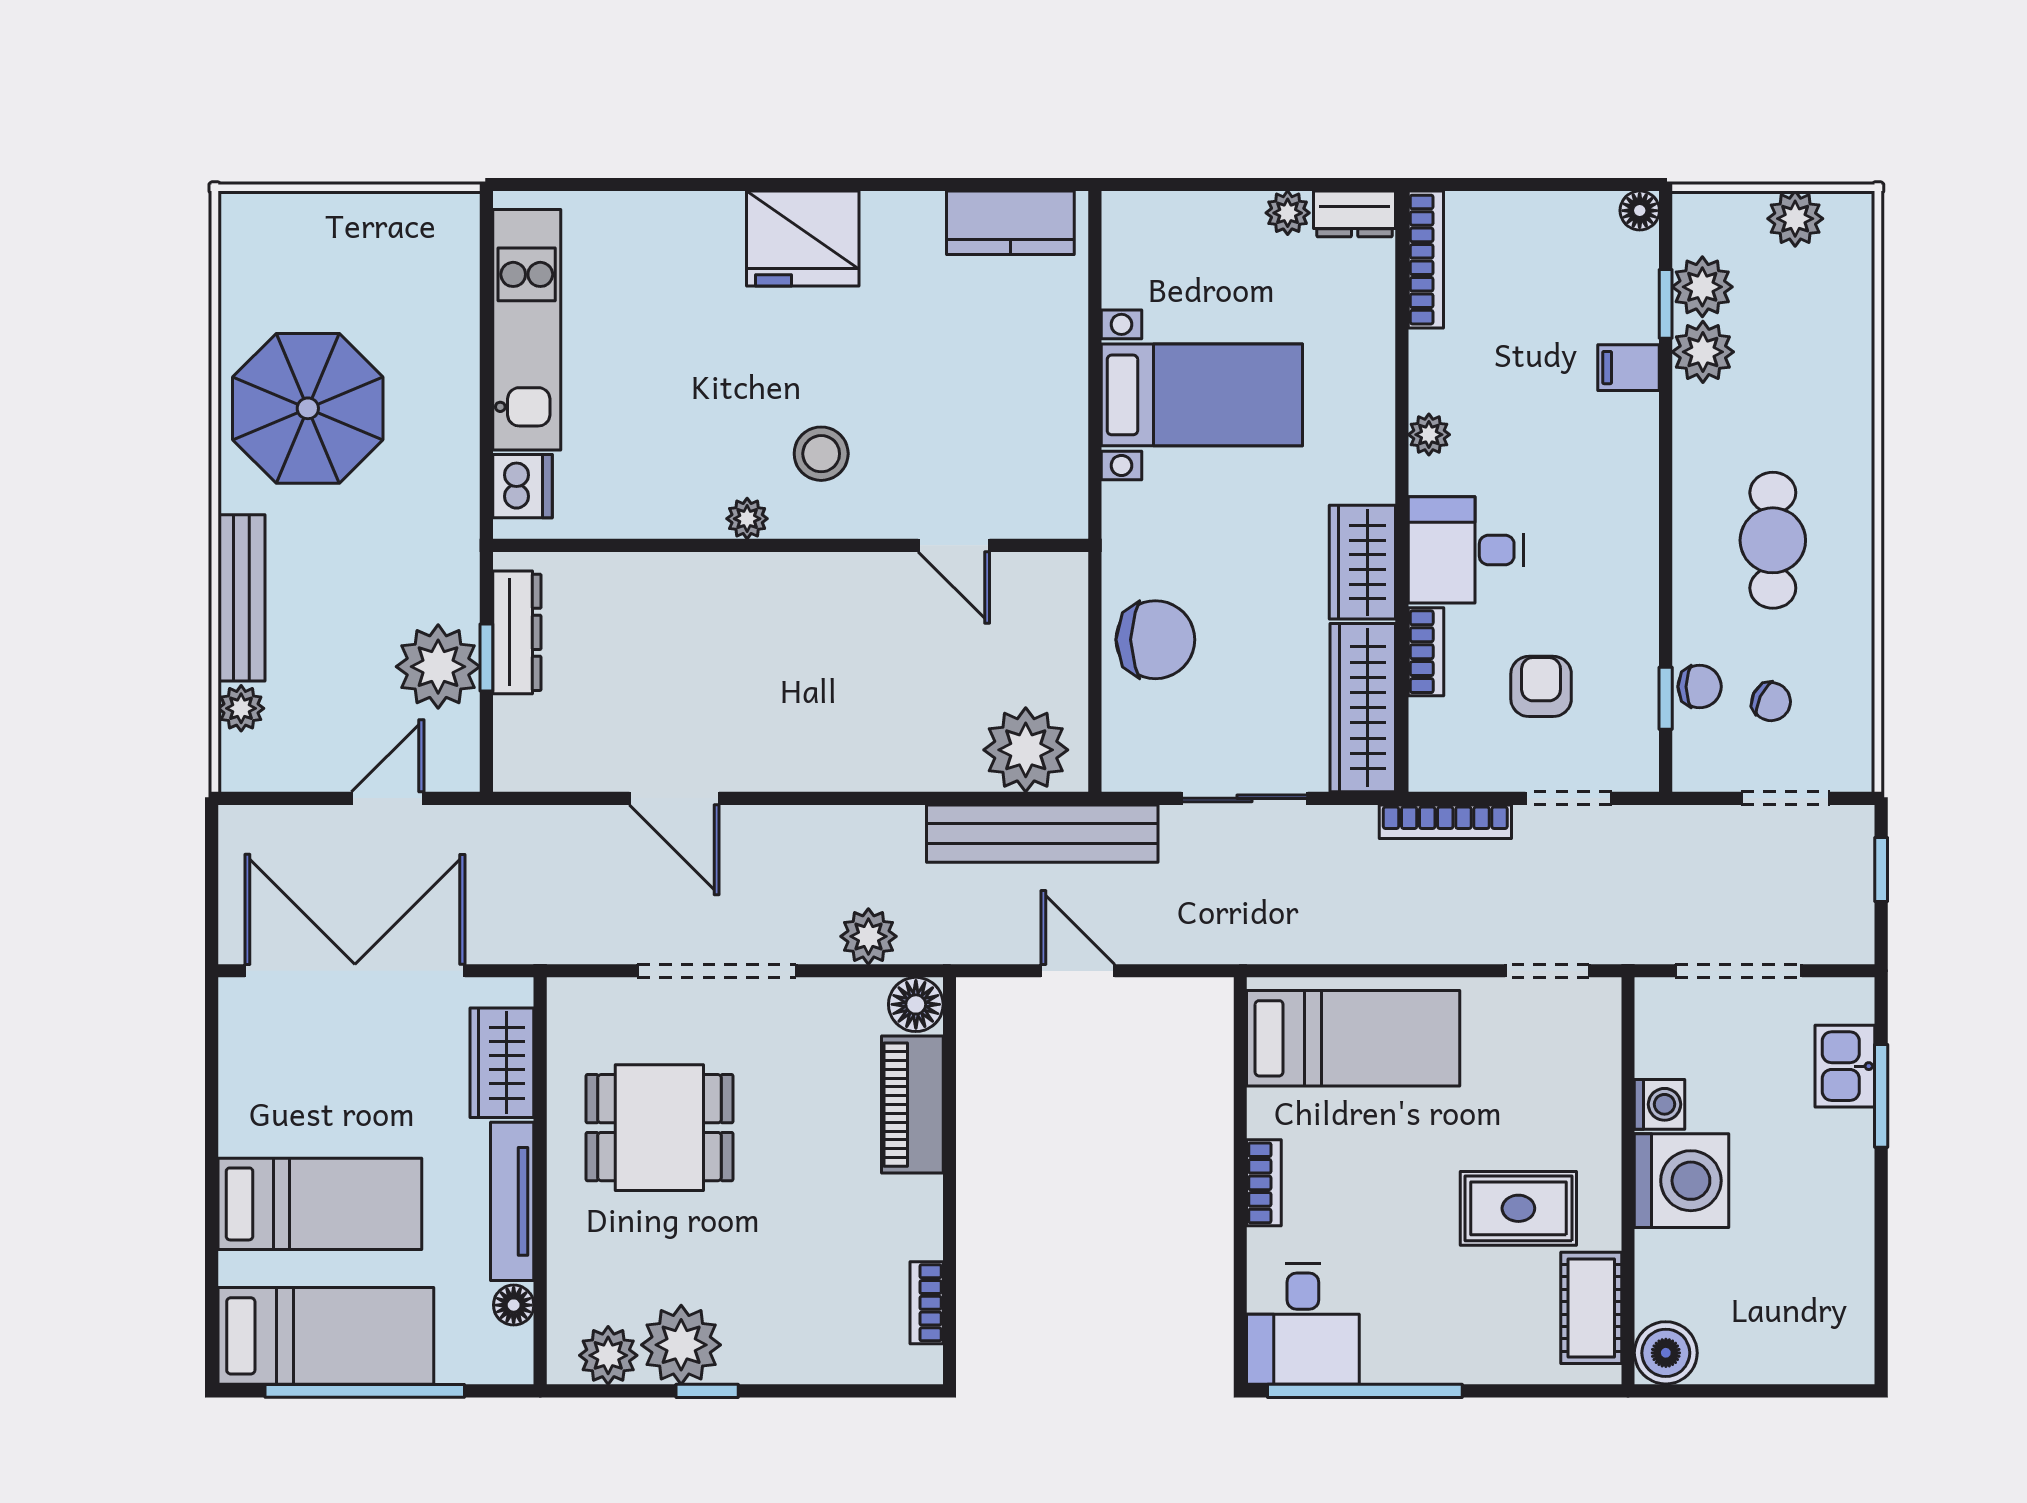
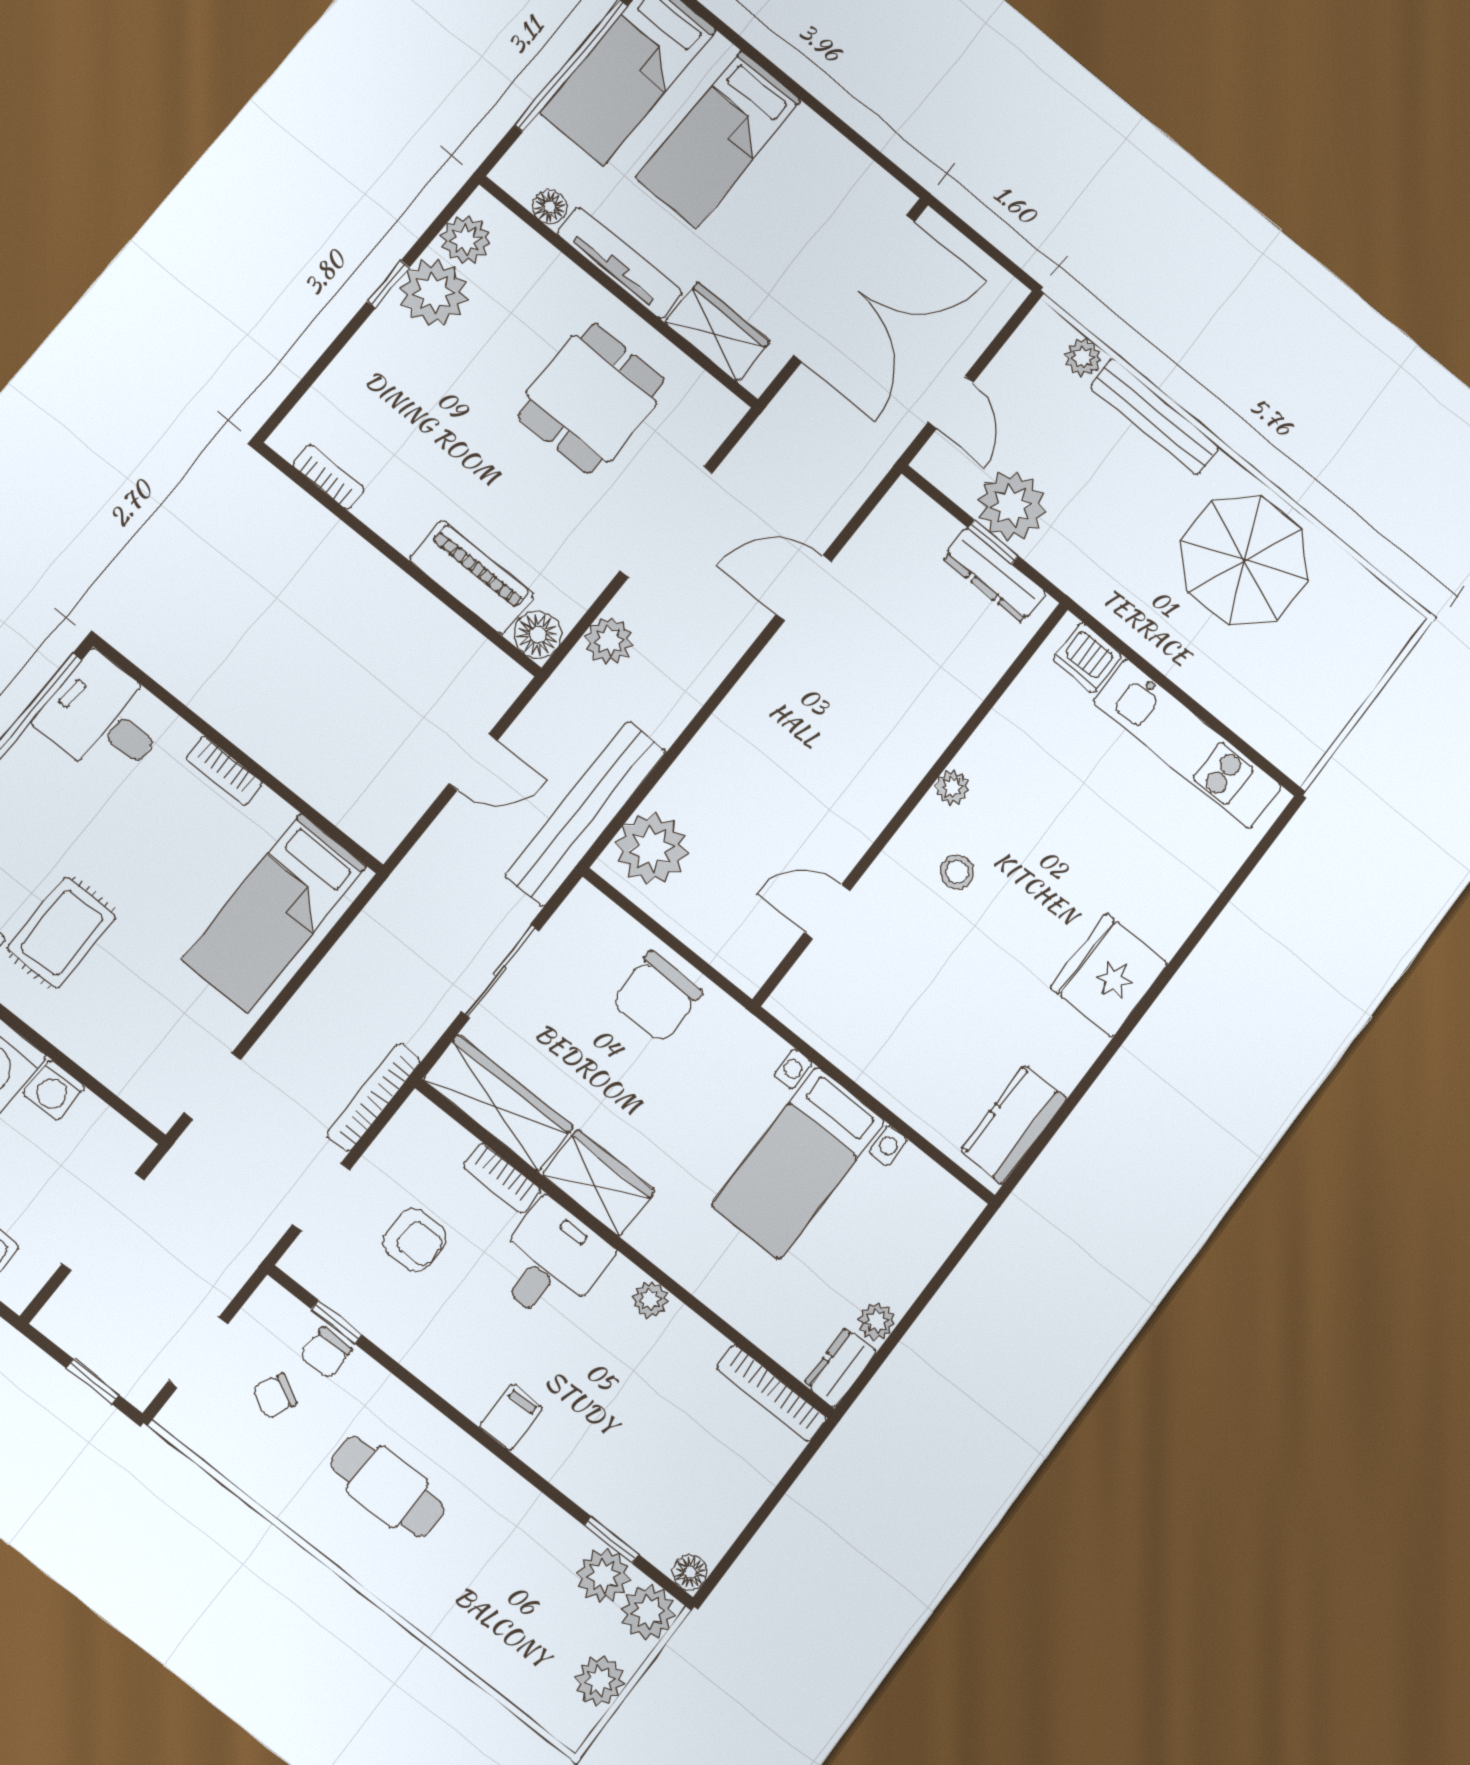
plant: (1703, 352) -> (648, 1612), moved
filing cabinet: (1629, 368) -> (511, 1417), moved
stool: (821, 454) -> (957, 872), width x0.73, depth x0.73

